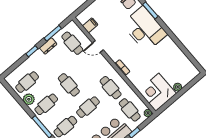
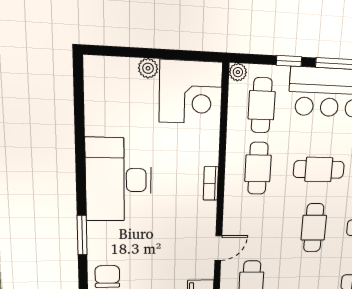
desk: (144, 29) -> (119, 180), moved
door: (98, 46) -> (218, 248), hinge flipped

